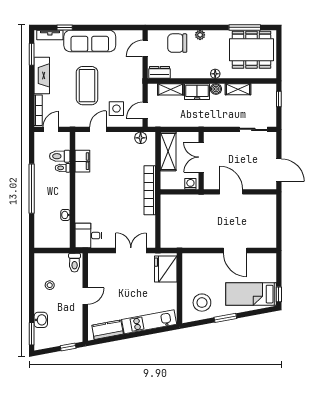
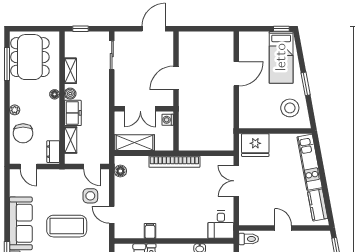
filing cabinet: (82, 161) -> (150, 231), width x0.50

